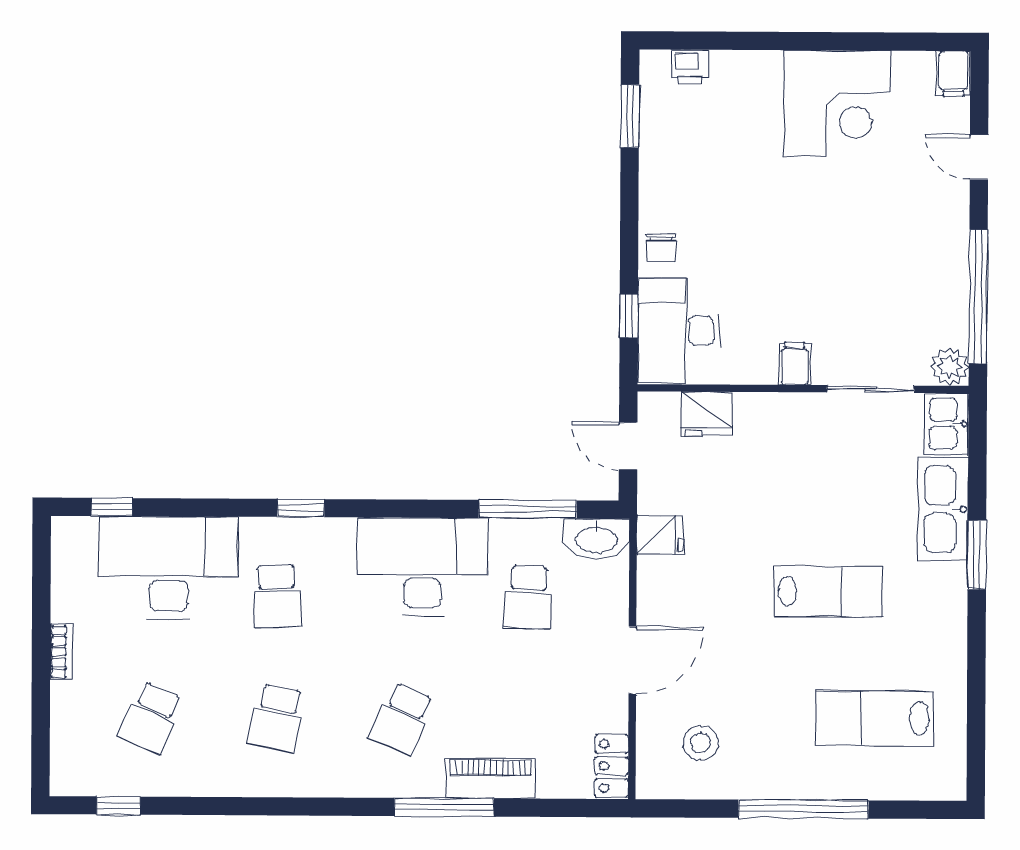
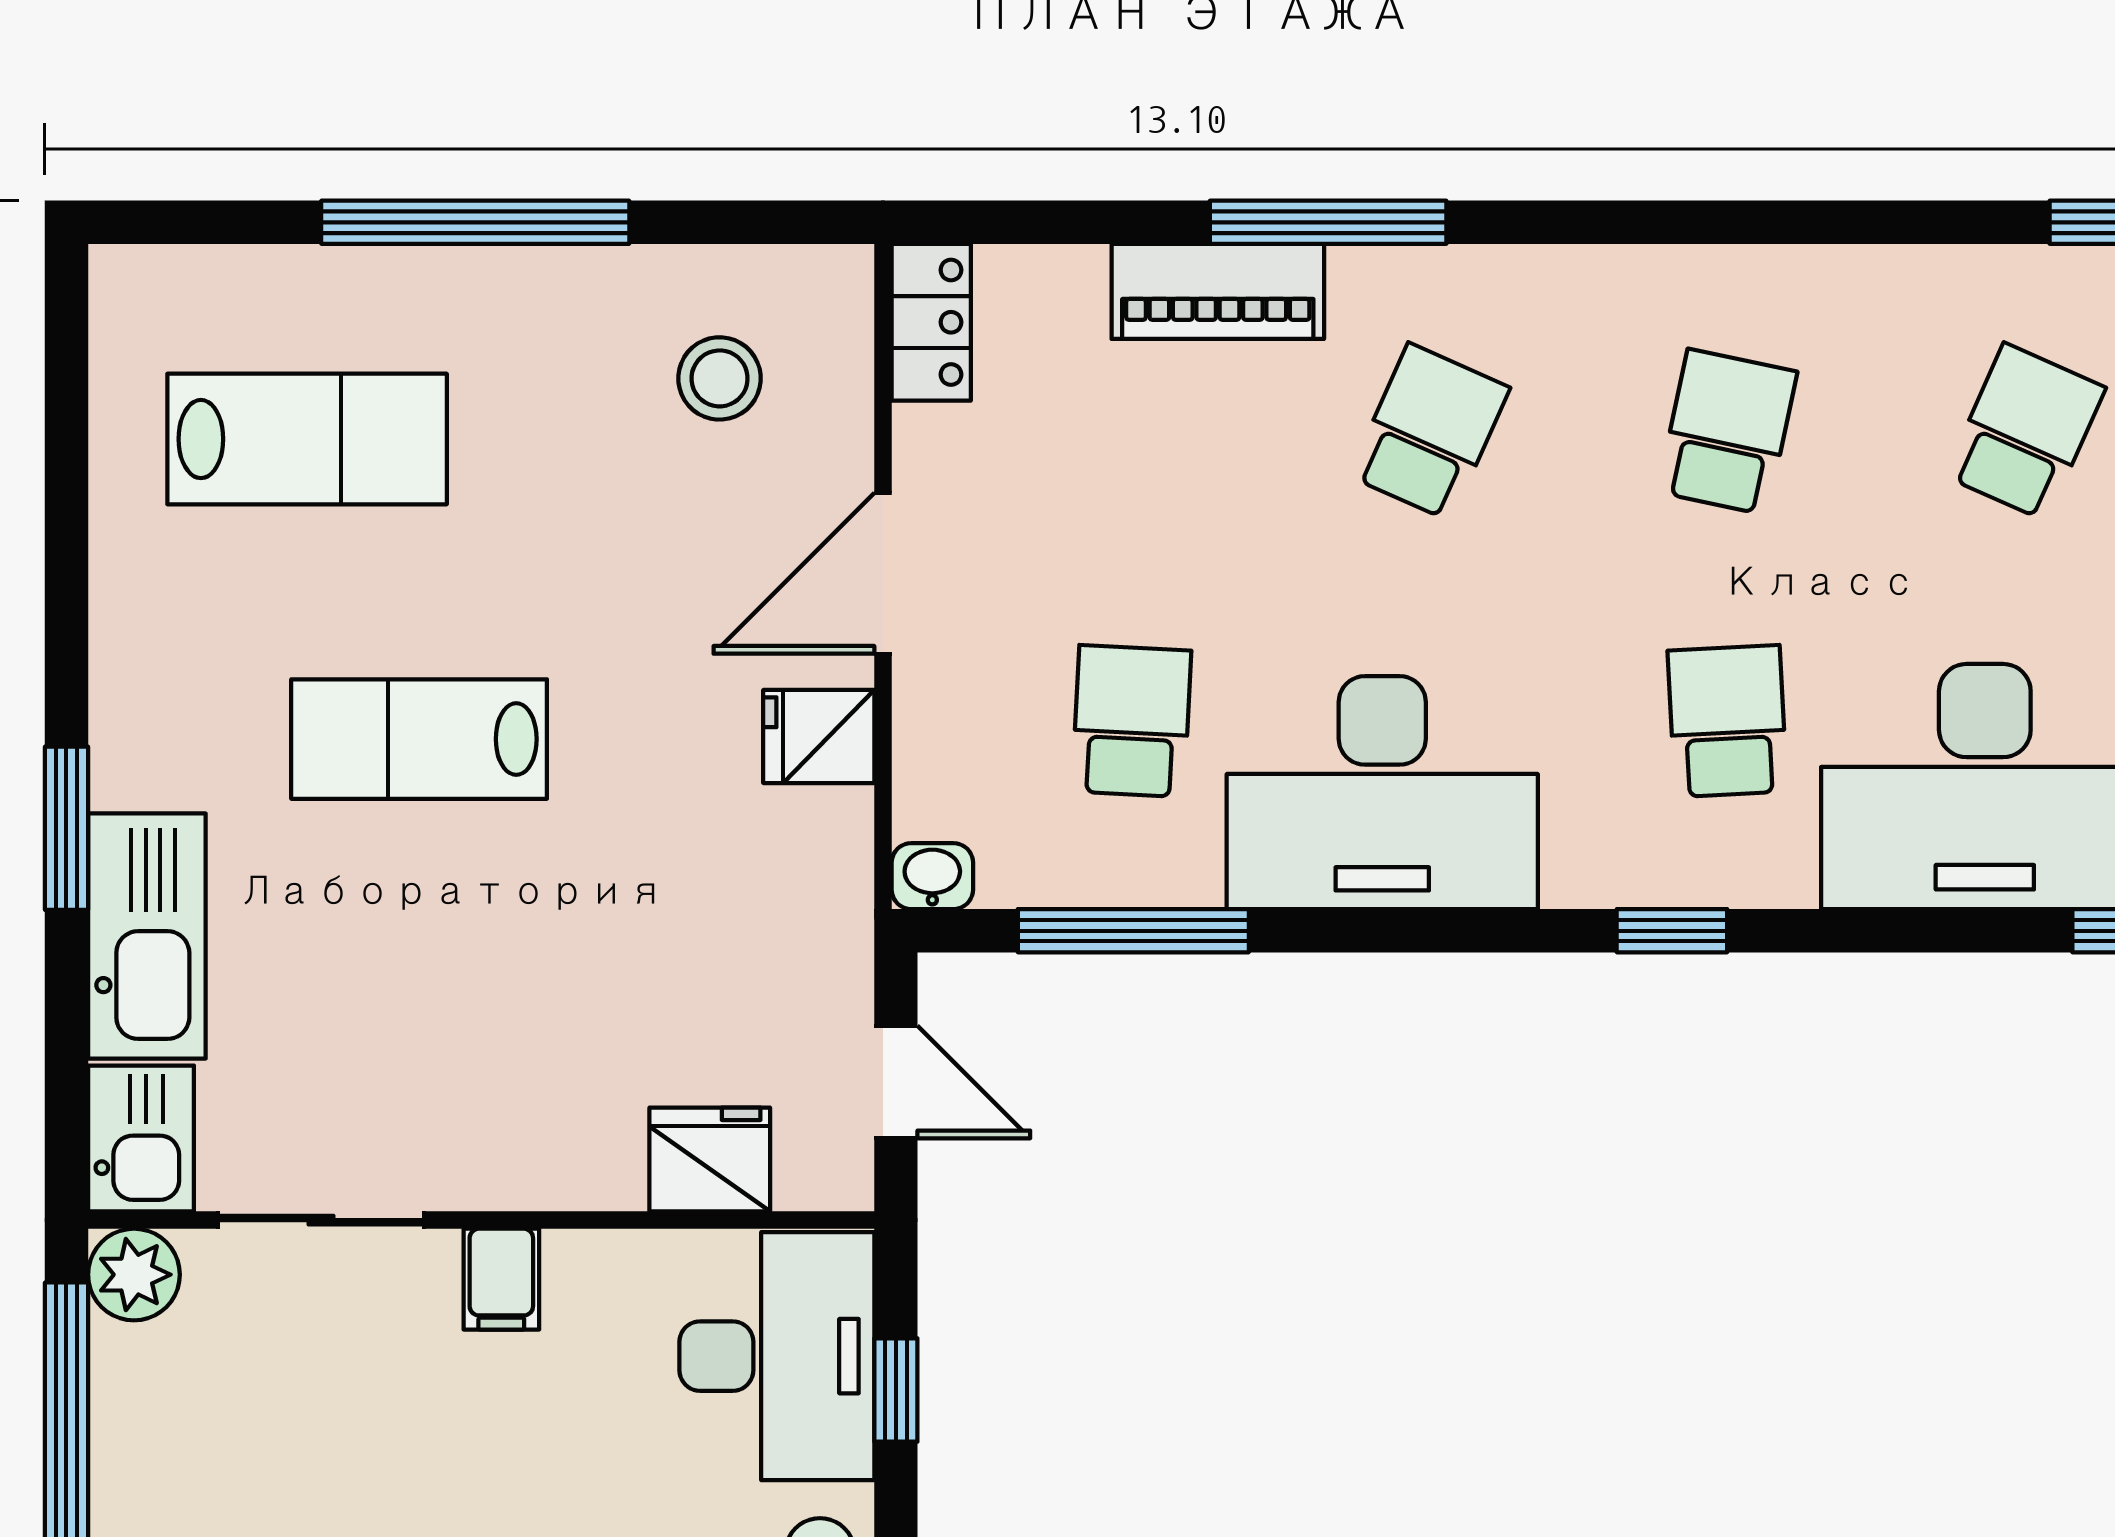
fridge: (660, 535) -> (819, 736), moved
washbasin: (596, 539) -> (932, 876), width x0.52, depth x0.69

